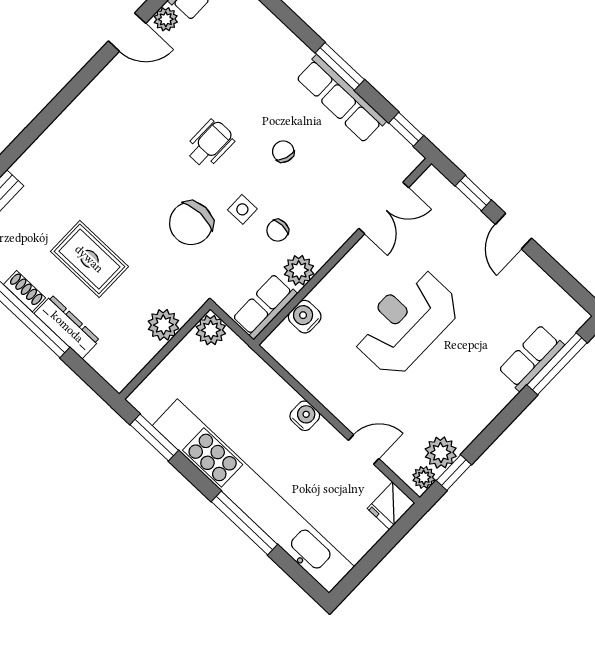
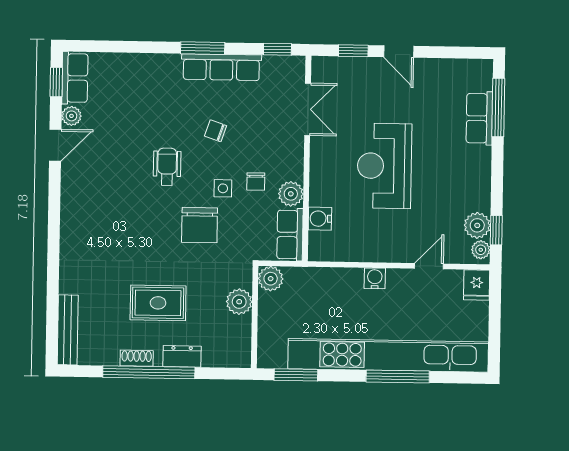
dresser: (67, 327) -> (182, 356), width x0.70

